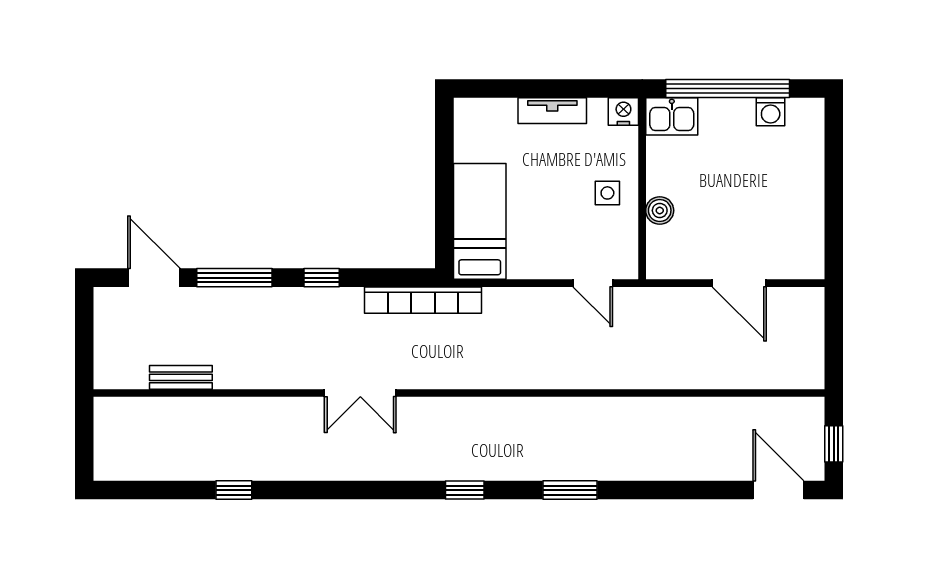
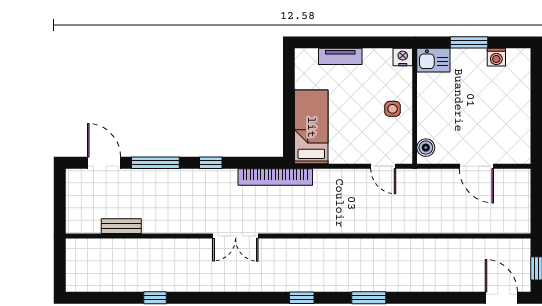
window: (728, 88) -> (469, 42), width x0.47
tv unit: (552, 111) -> (340, 56), moved
boiler: (660, 210) -> (426, 148), moved

